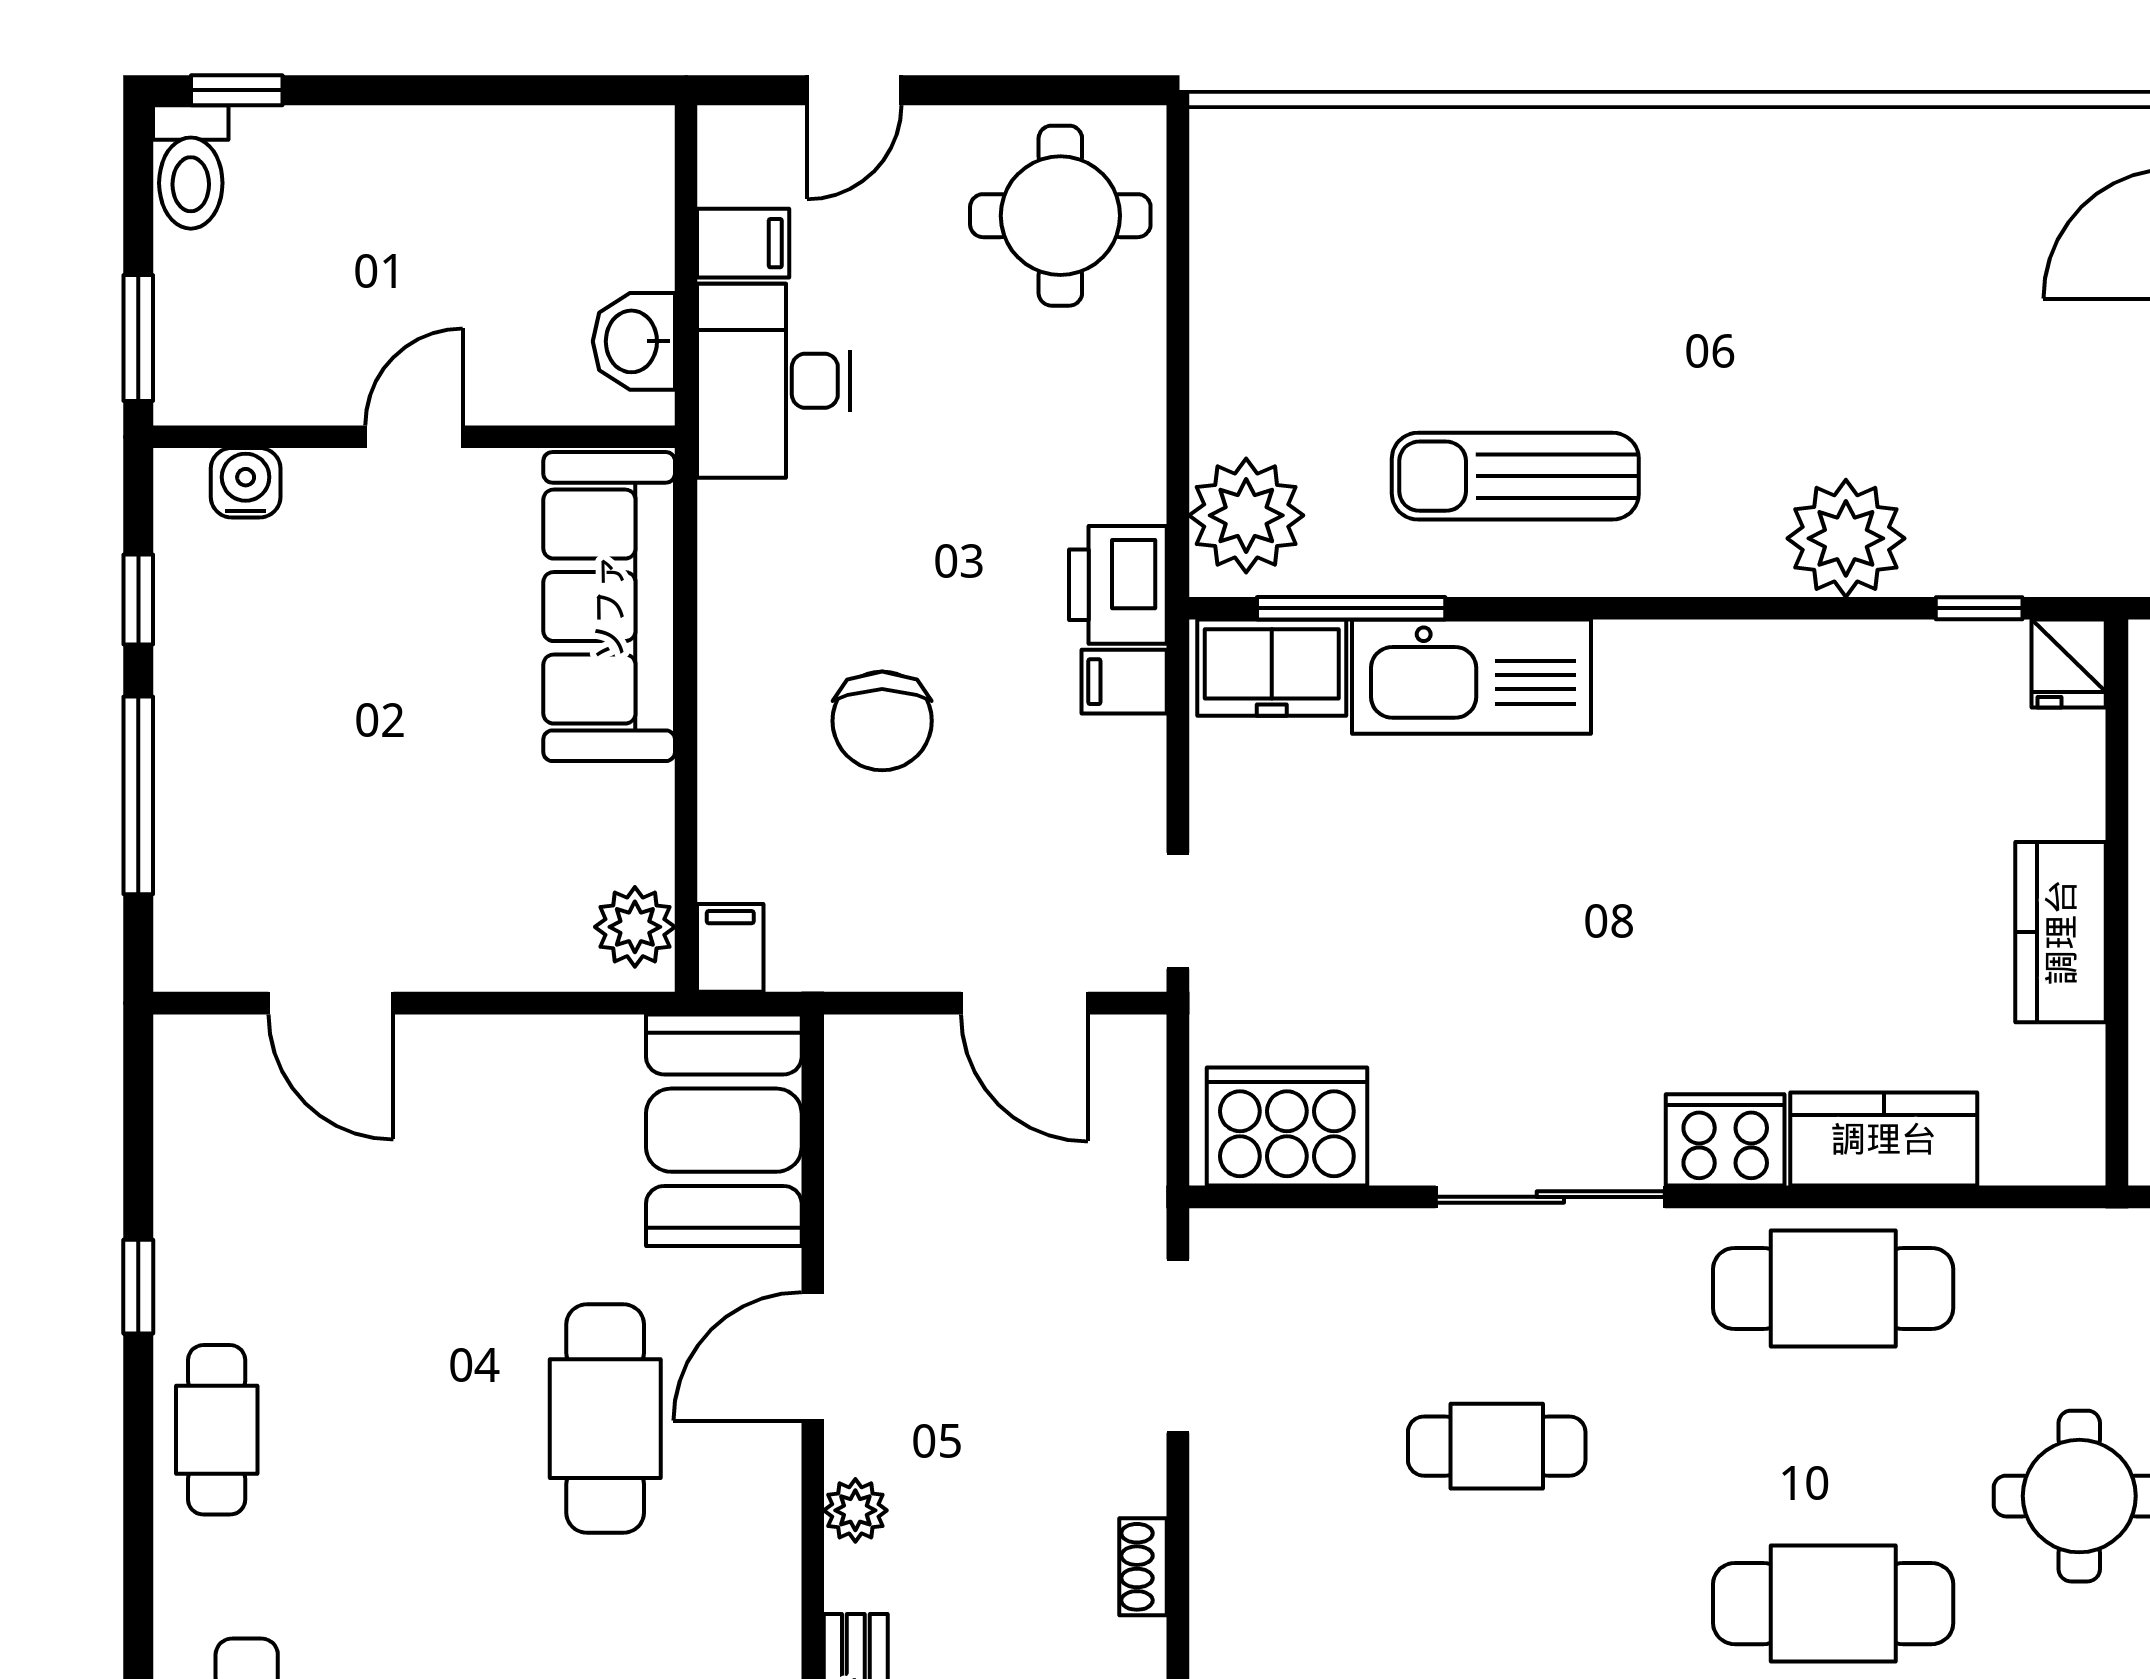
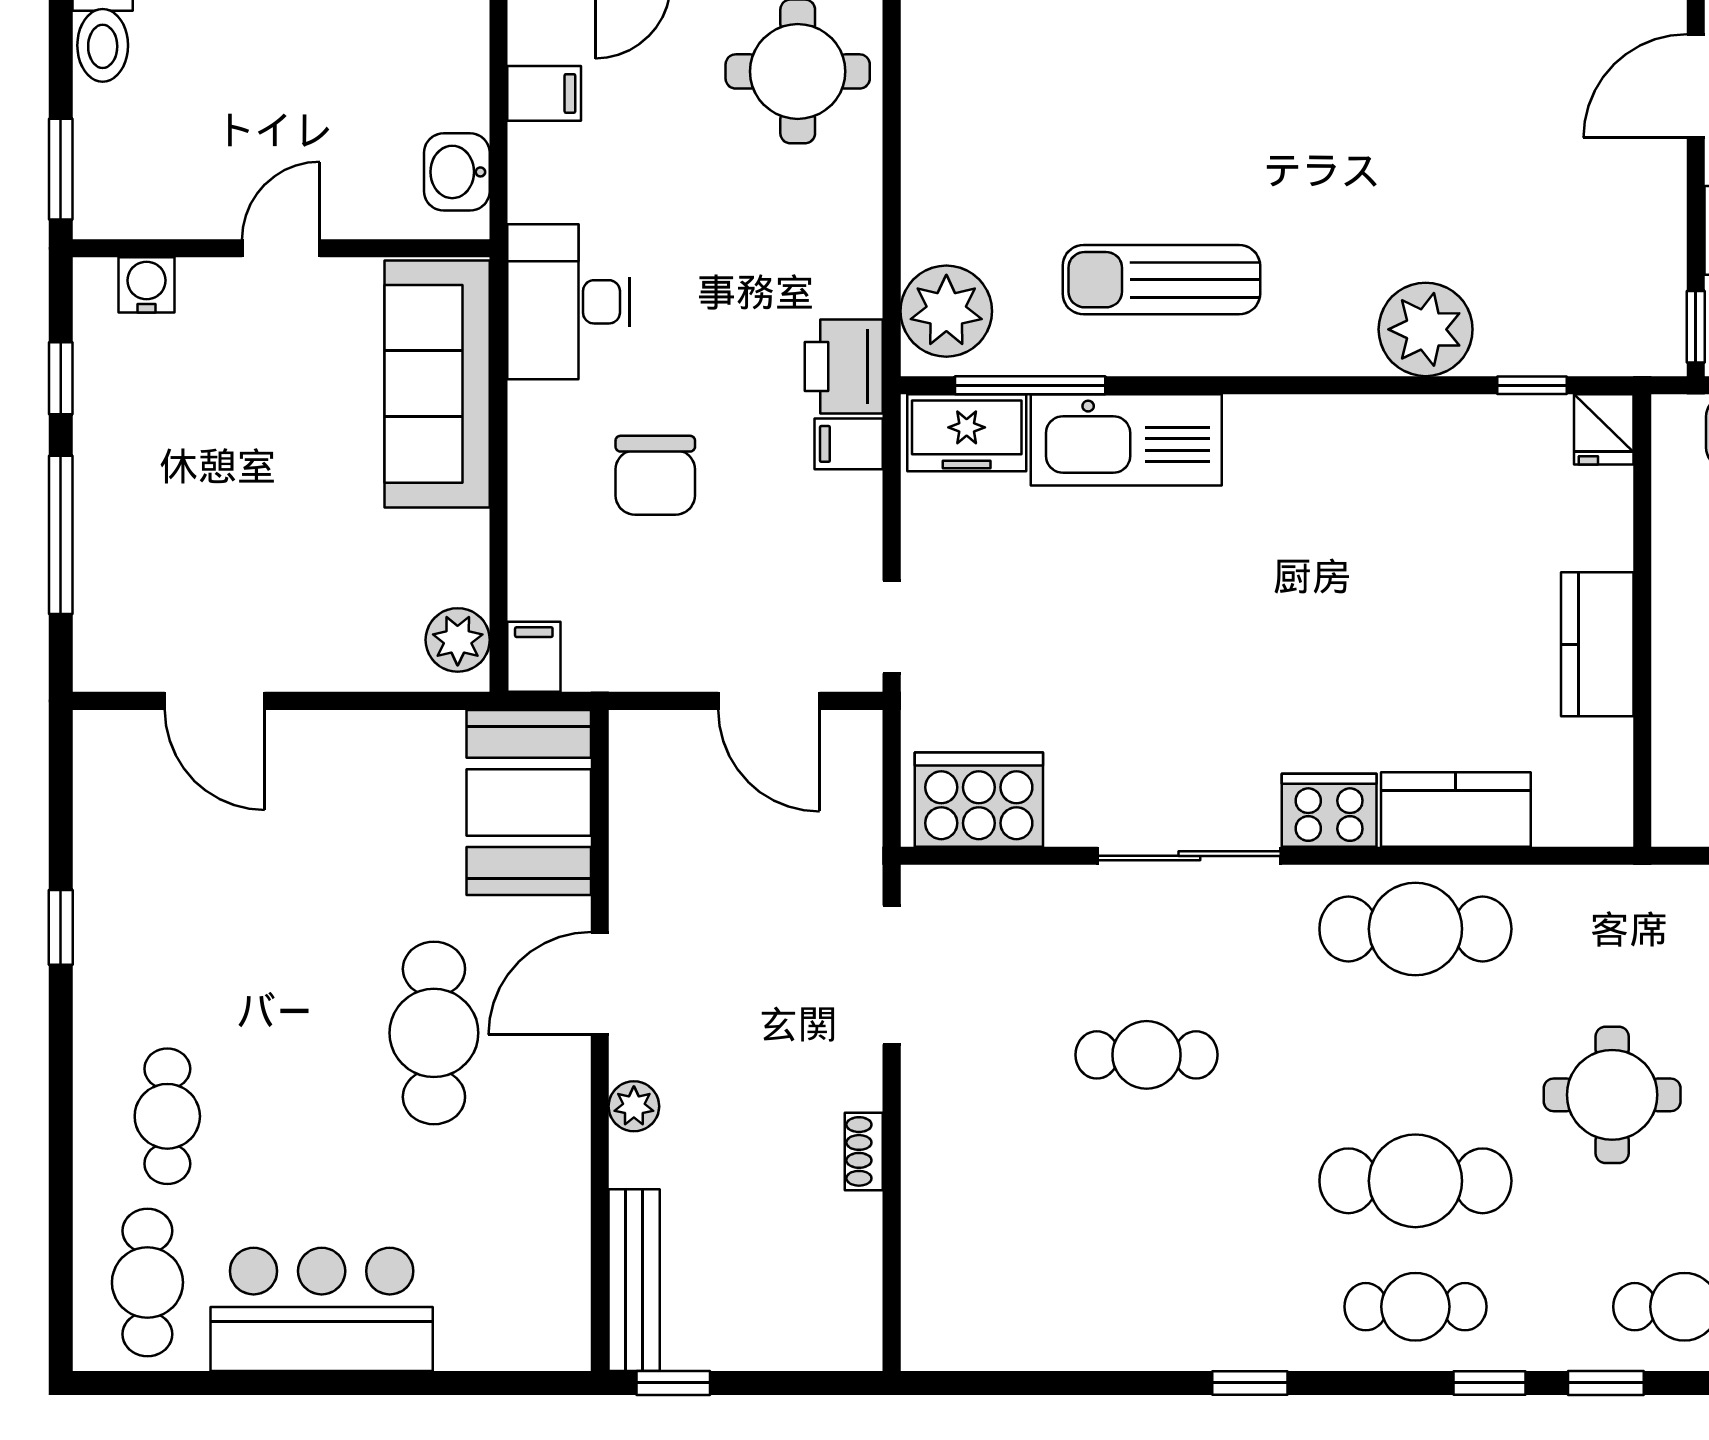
desk: (774, 381) -> (569, 302), moved
cafe table: (217, 1430) -> (167, 1116), moved

